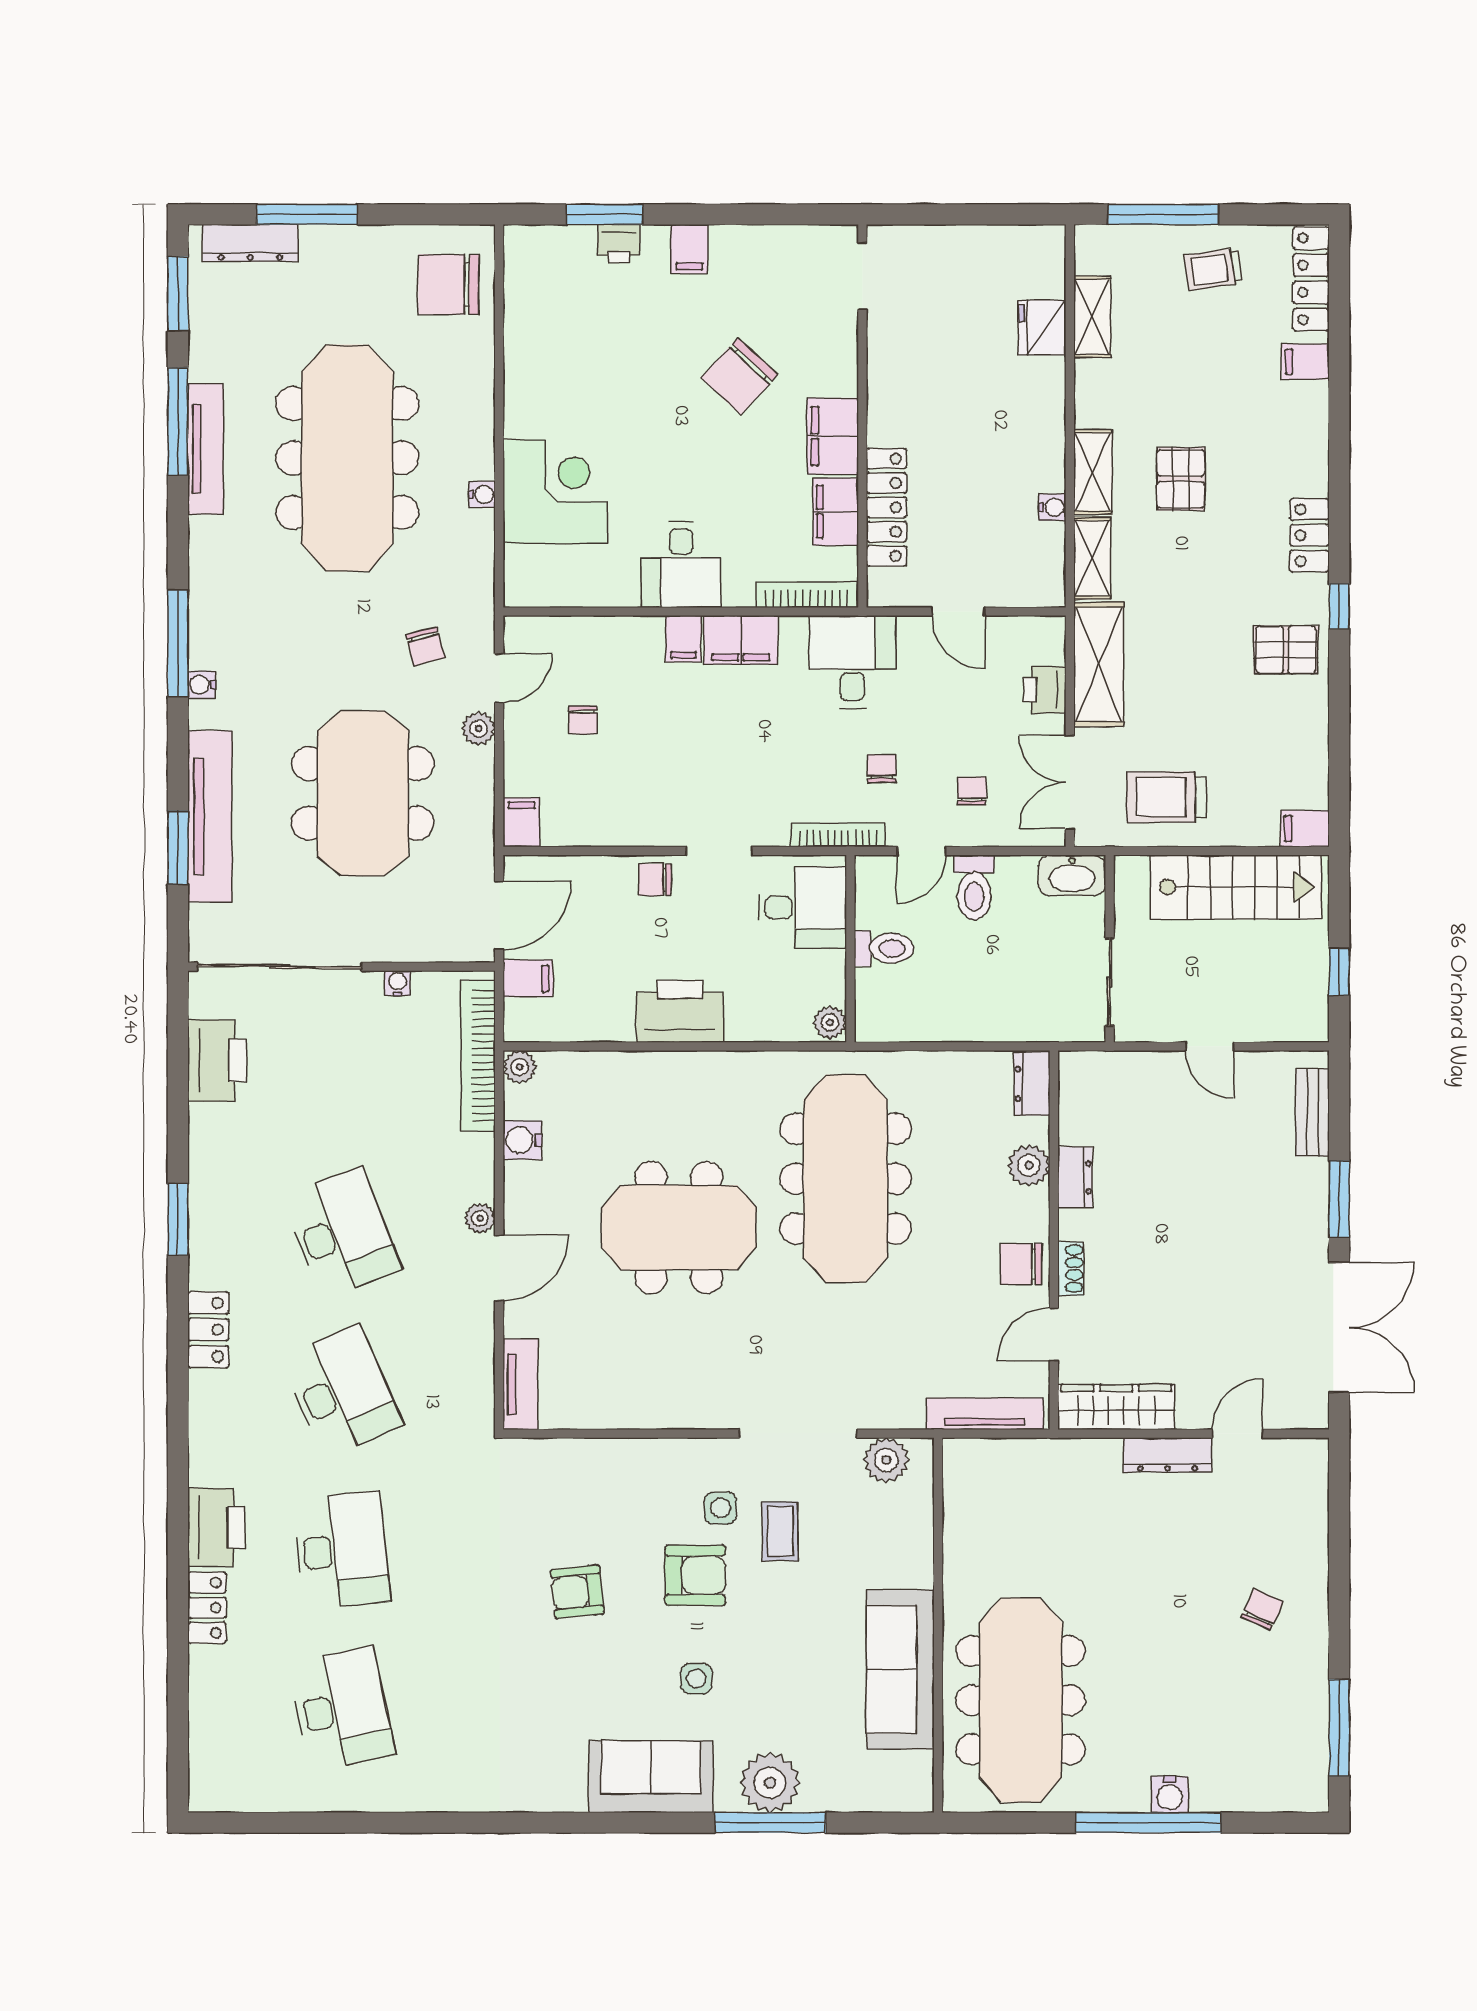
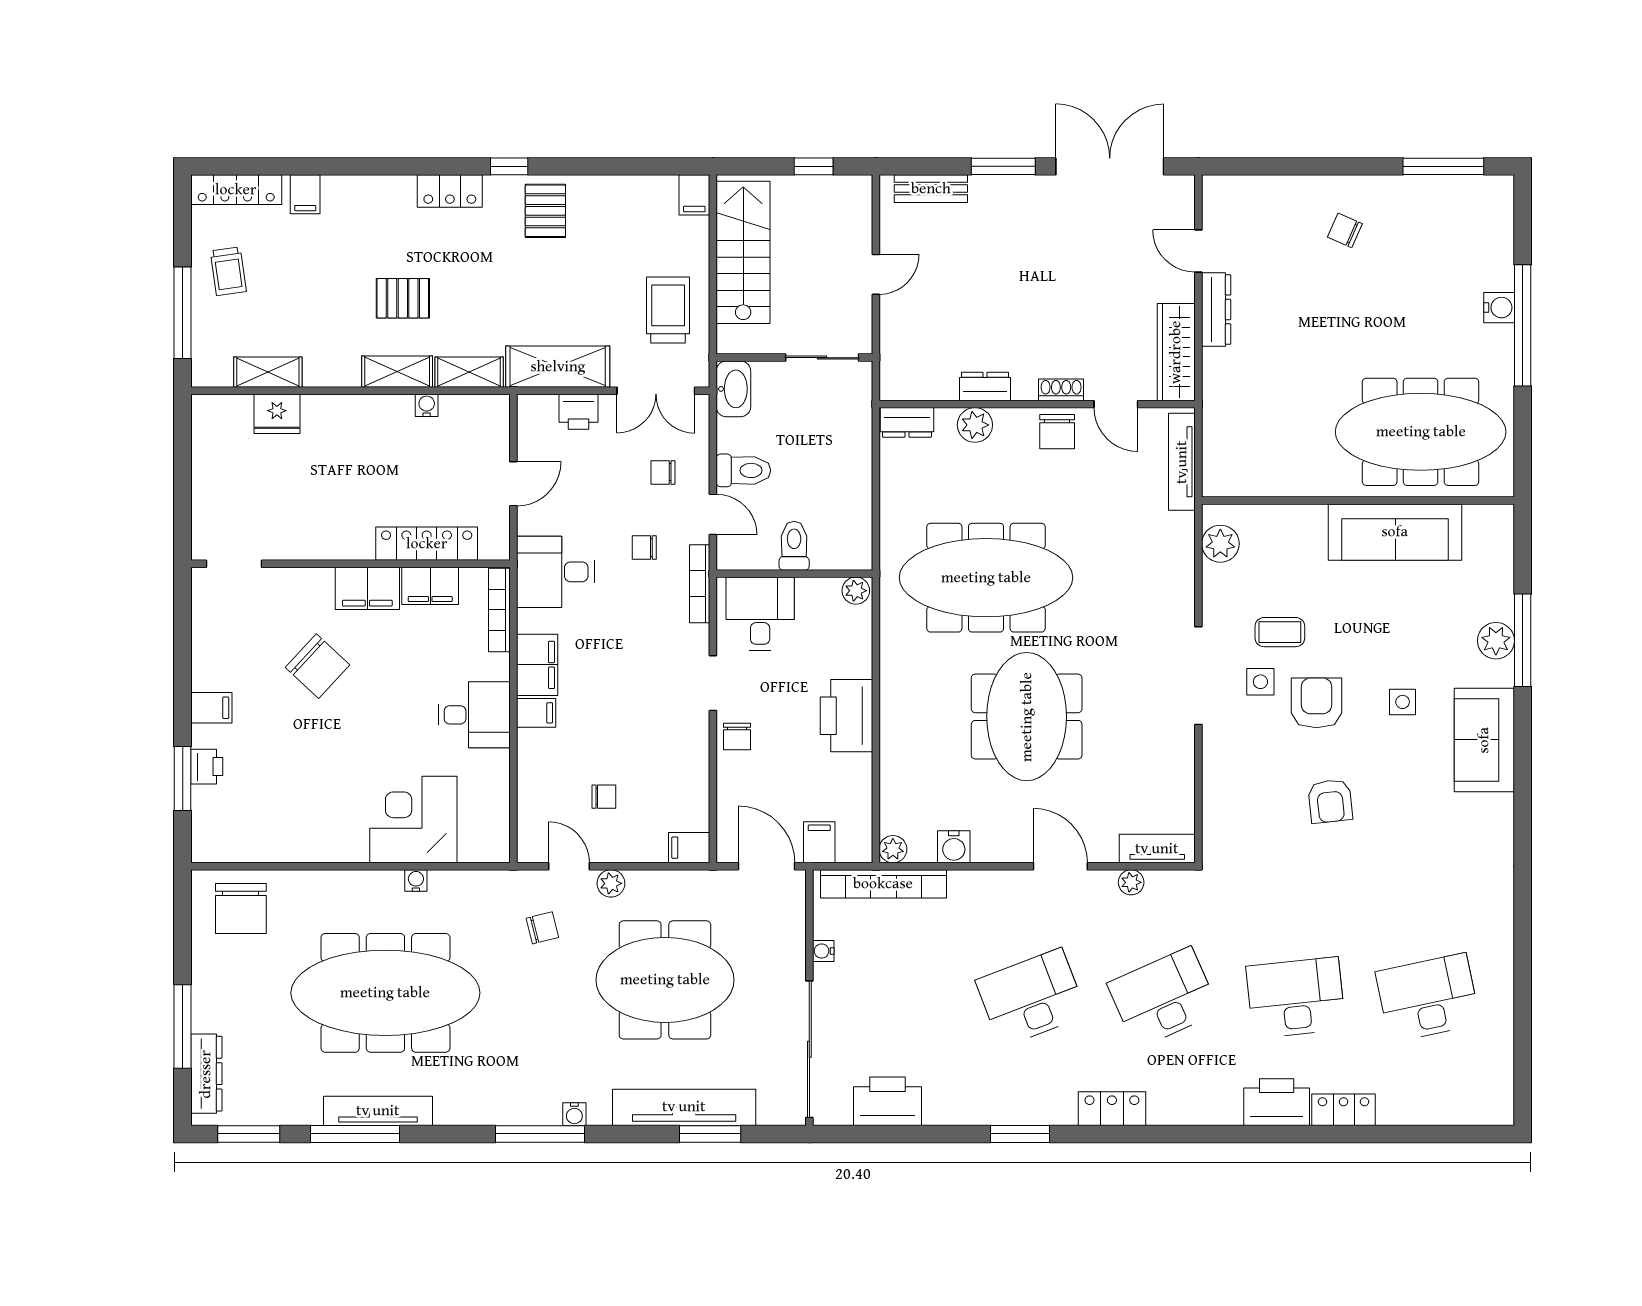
trolley: (1167, 797) -> (668, 310), turned 180
plant: (480, 1218) -> (1131, 882), moved
doorway: (798, 1434) -> (1198, 676), moved
plant: (770, 1783) -> (1496, 641), width x0.73, depth x0.73

